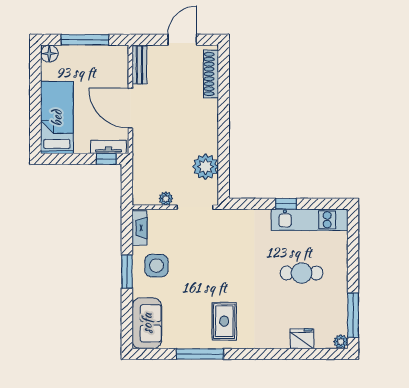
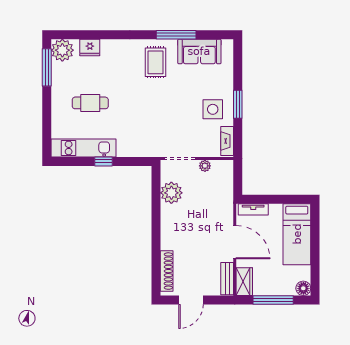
wardrobe: (119, 61) -> (244, 282), added
window: (106, 159) -> (255, 199), removed
sofa: (147, 323) -> (199, 51), moved, turned -90
plant: (341, 342) -> (62, 50), width x1.87, depth x1.87

